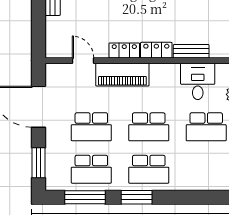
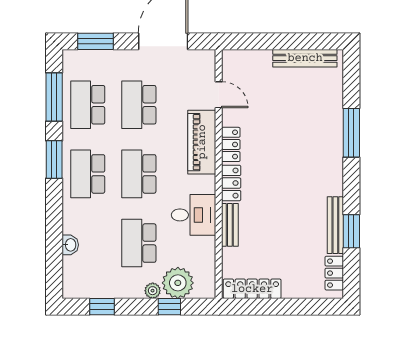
door: (83, 61) -> (219, 95), hinge flipped
desk: (198, 81) -> (194, 215), moved
washbasin: (208, 184) -> (70, 245), added

